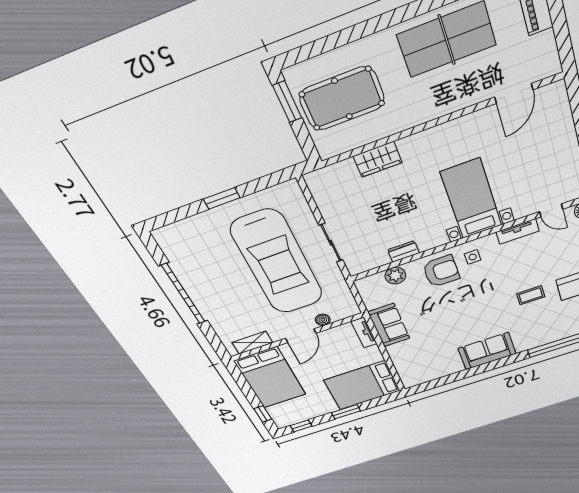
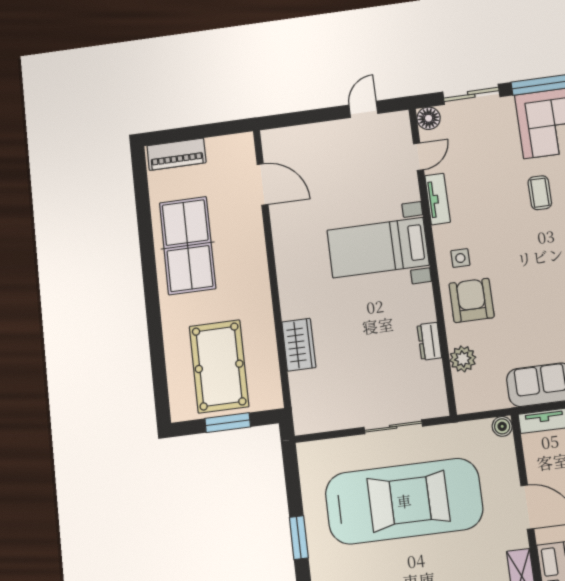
window: (287, 102) -> (228, 423), moved
boiler: (323, 320) -> (502, 426), moved

